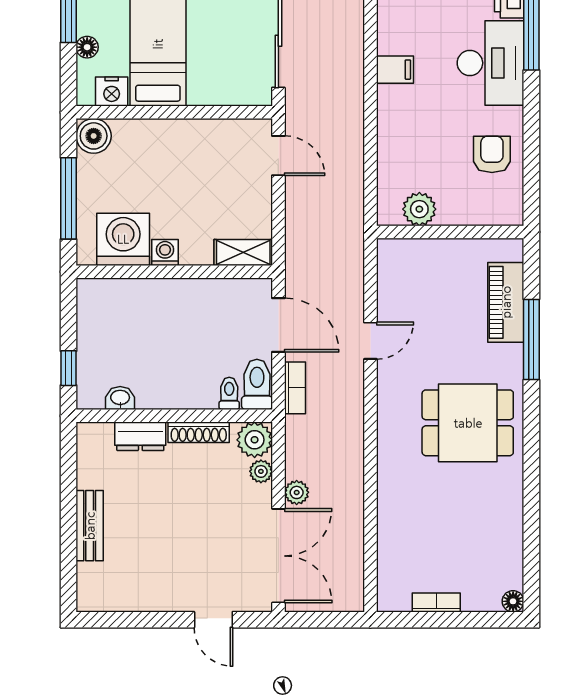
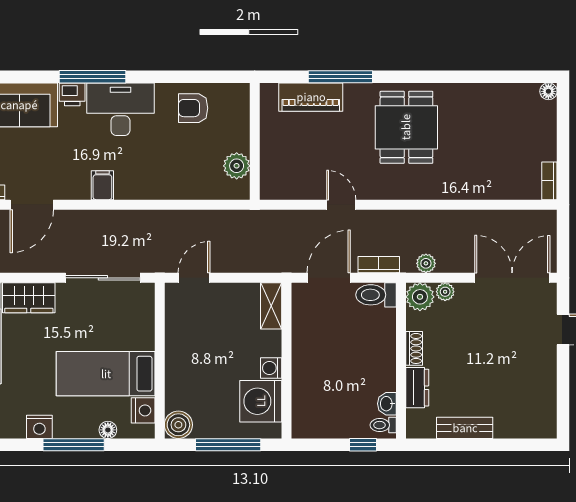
filing cabinet: (395, 70) -> (102, 185), moved
toilet: (229, 393) -> (383, 425), moved
shoe rack: (199, 432) -> (414, 348), width x0.70
plant: (297, 492) -> (426, 263), moved
bench: (90, 526) -> (465, 428), moved
bookcase: (436, 603) -> (549, 181), moved

